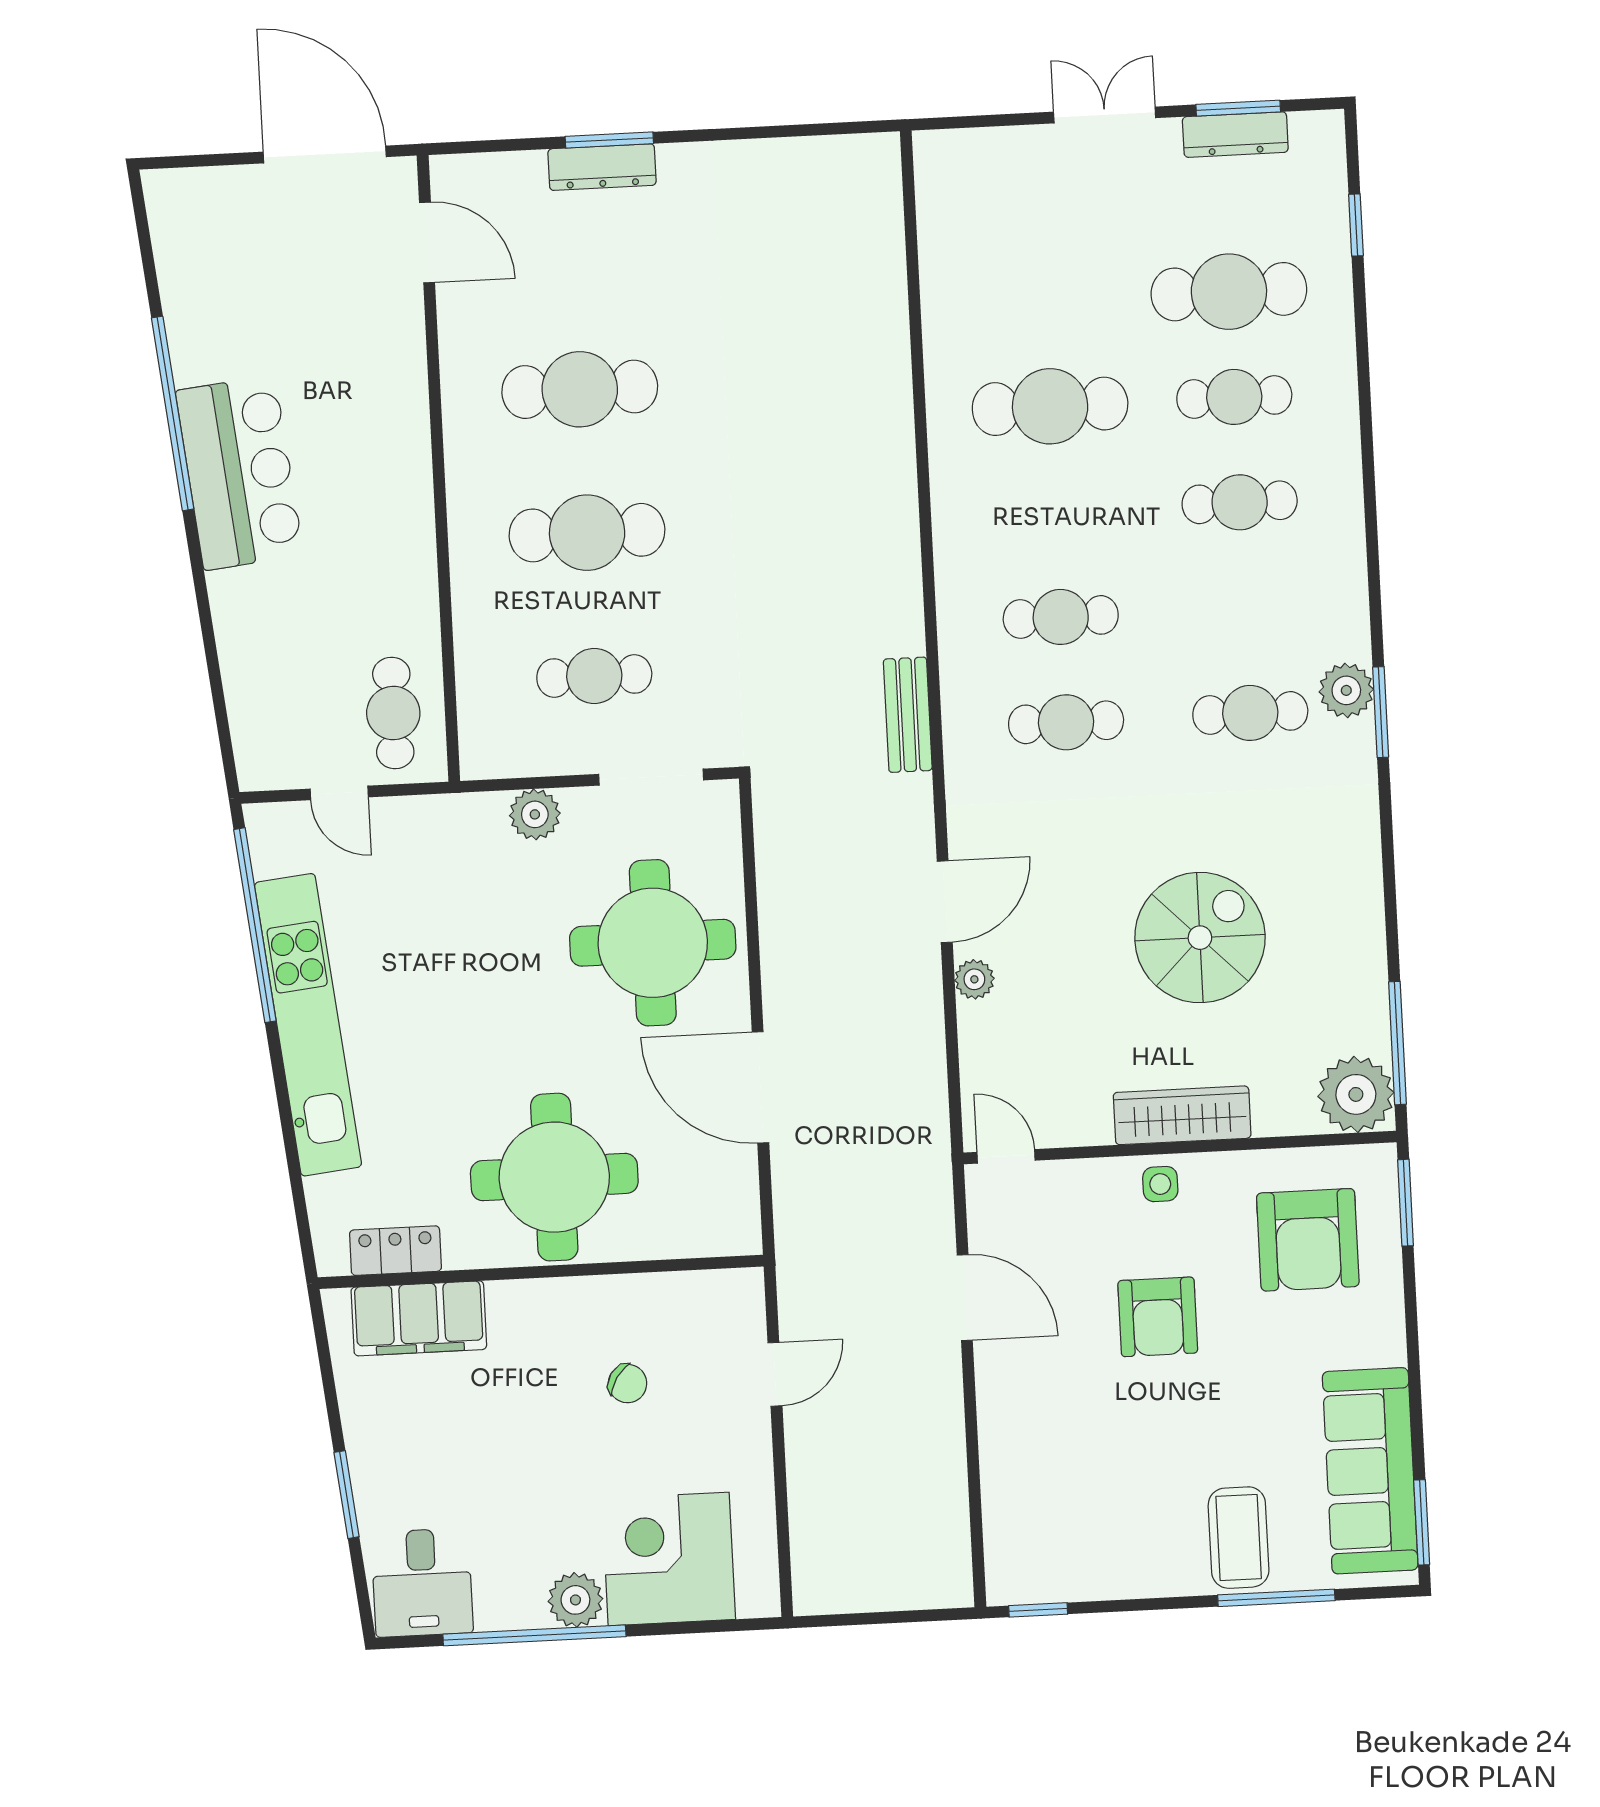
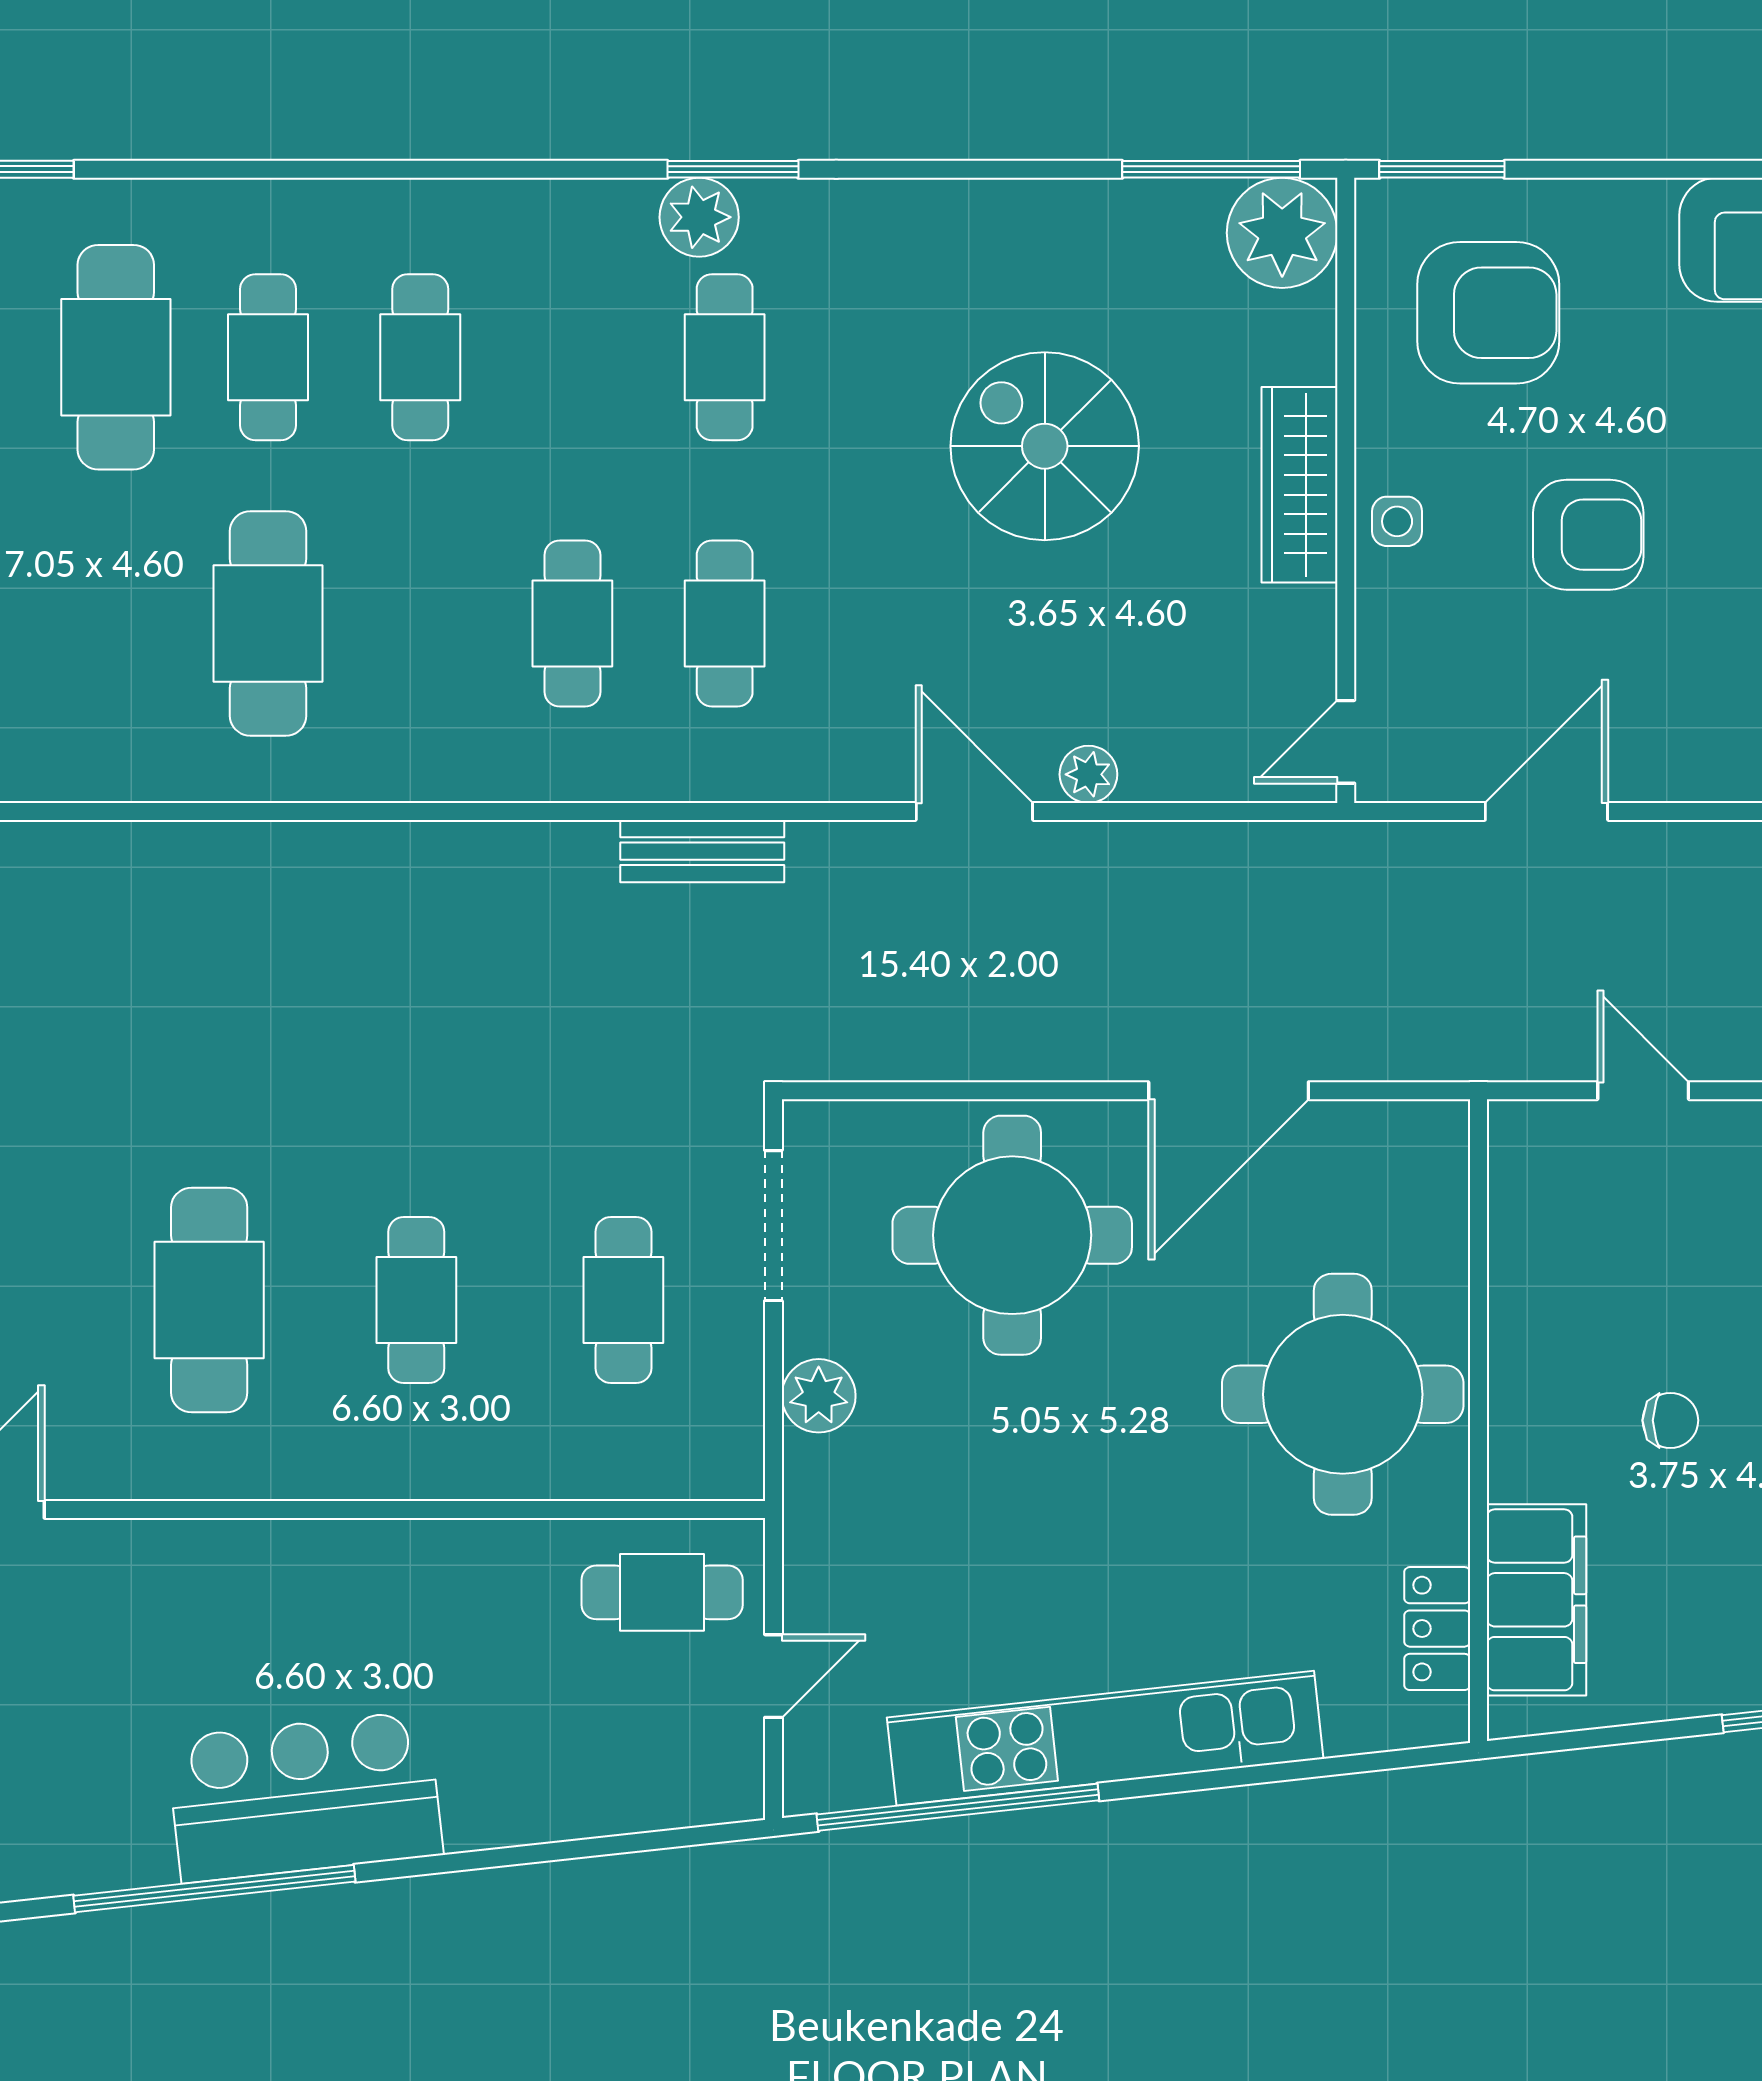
cafe table: (587, 533) -> (416, 1300), width x0.73, depth x0.74
chair: (627, 1384) -> (1670, 1420), moved, turned 57

